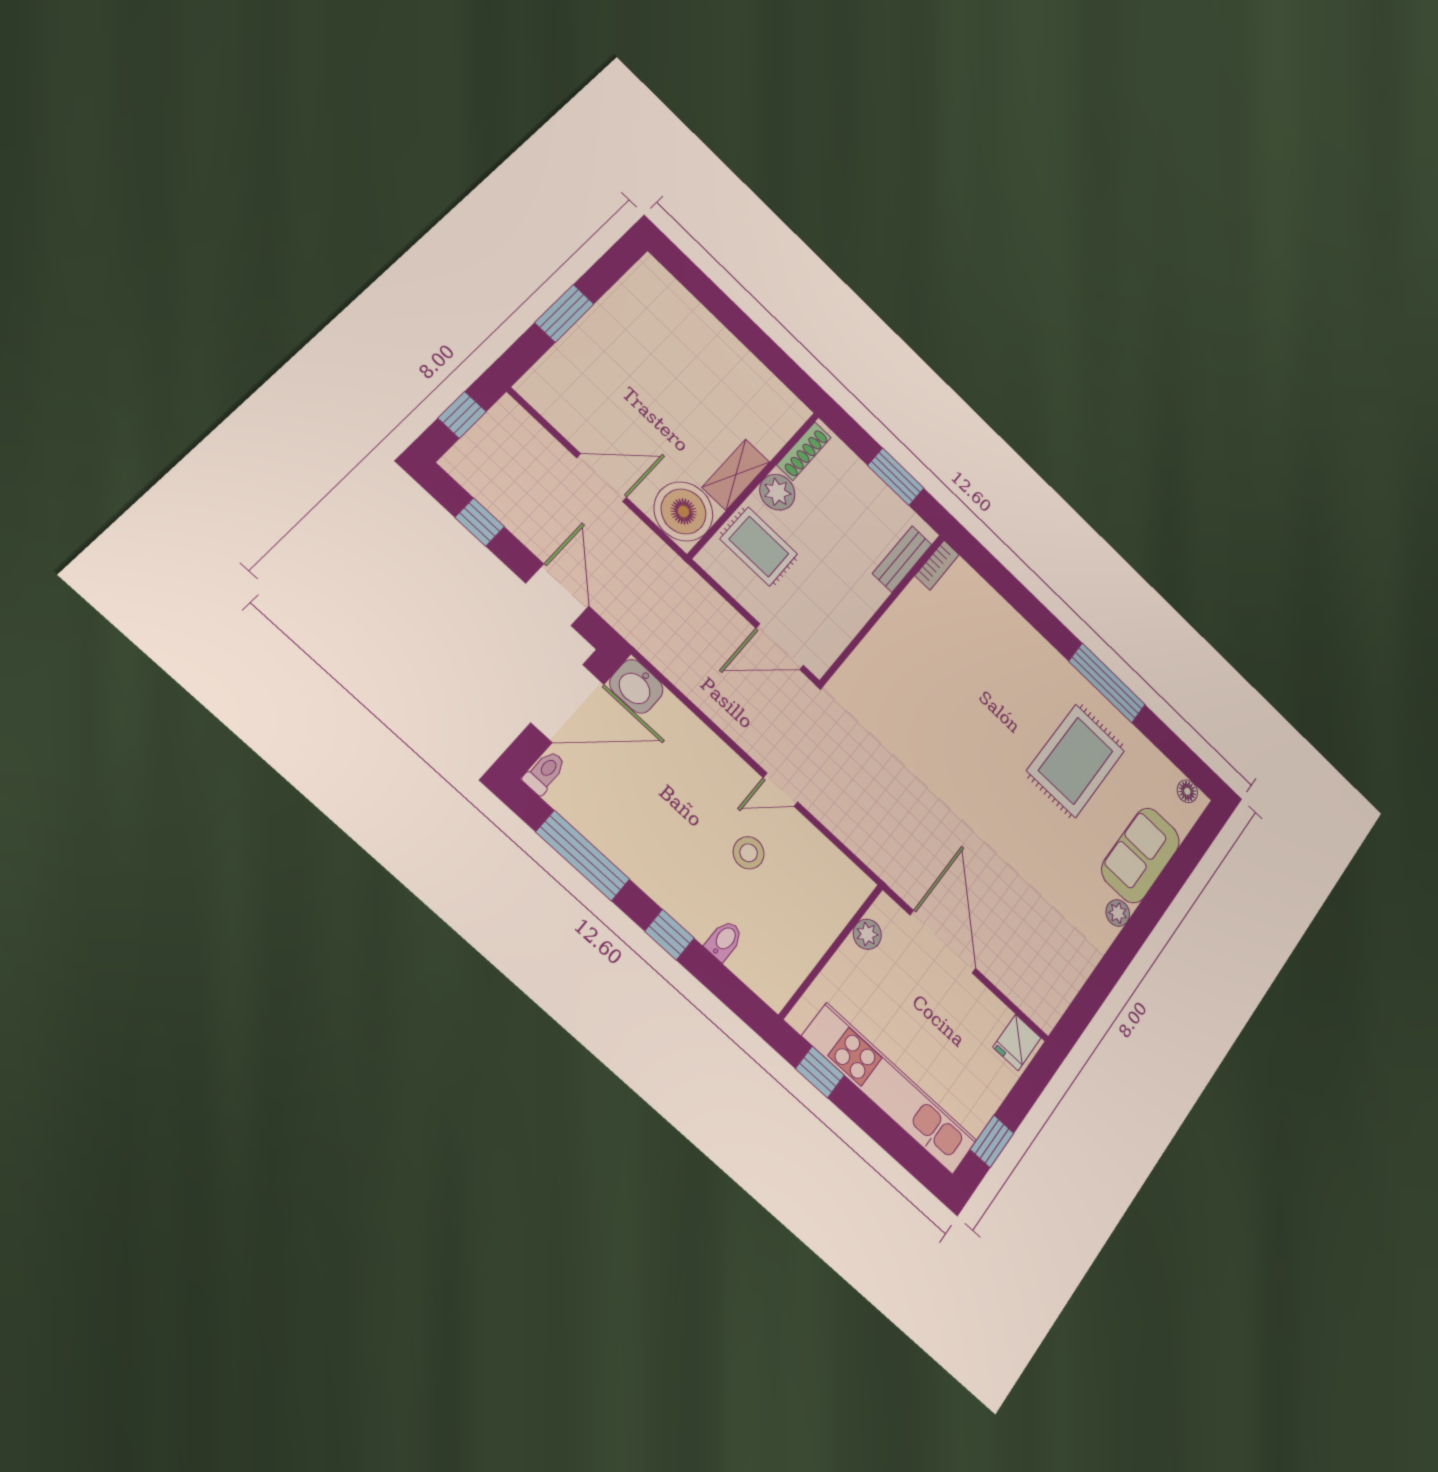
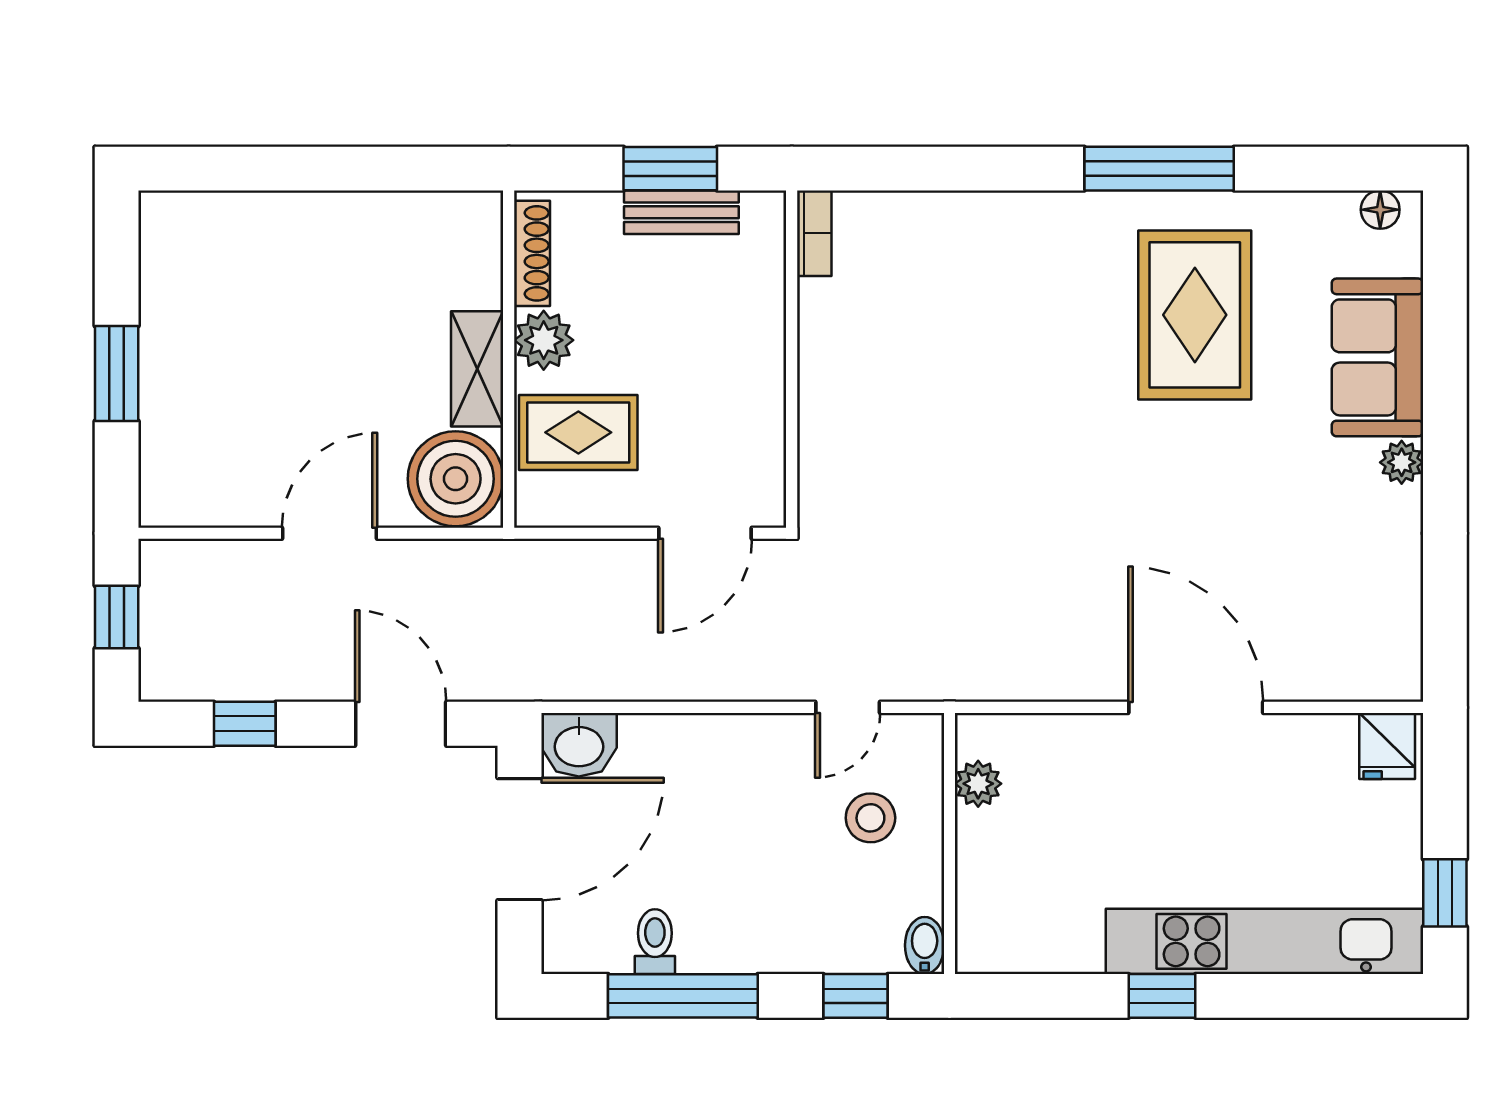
bench: (902, 559) -> (681, 212), moved, turned 90
toilet: (545, 772) -> (655, 942), moved
plant: (867, 934) -> (978, 784), moved
wall: (831, 951) -> (950, 844), moved

